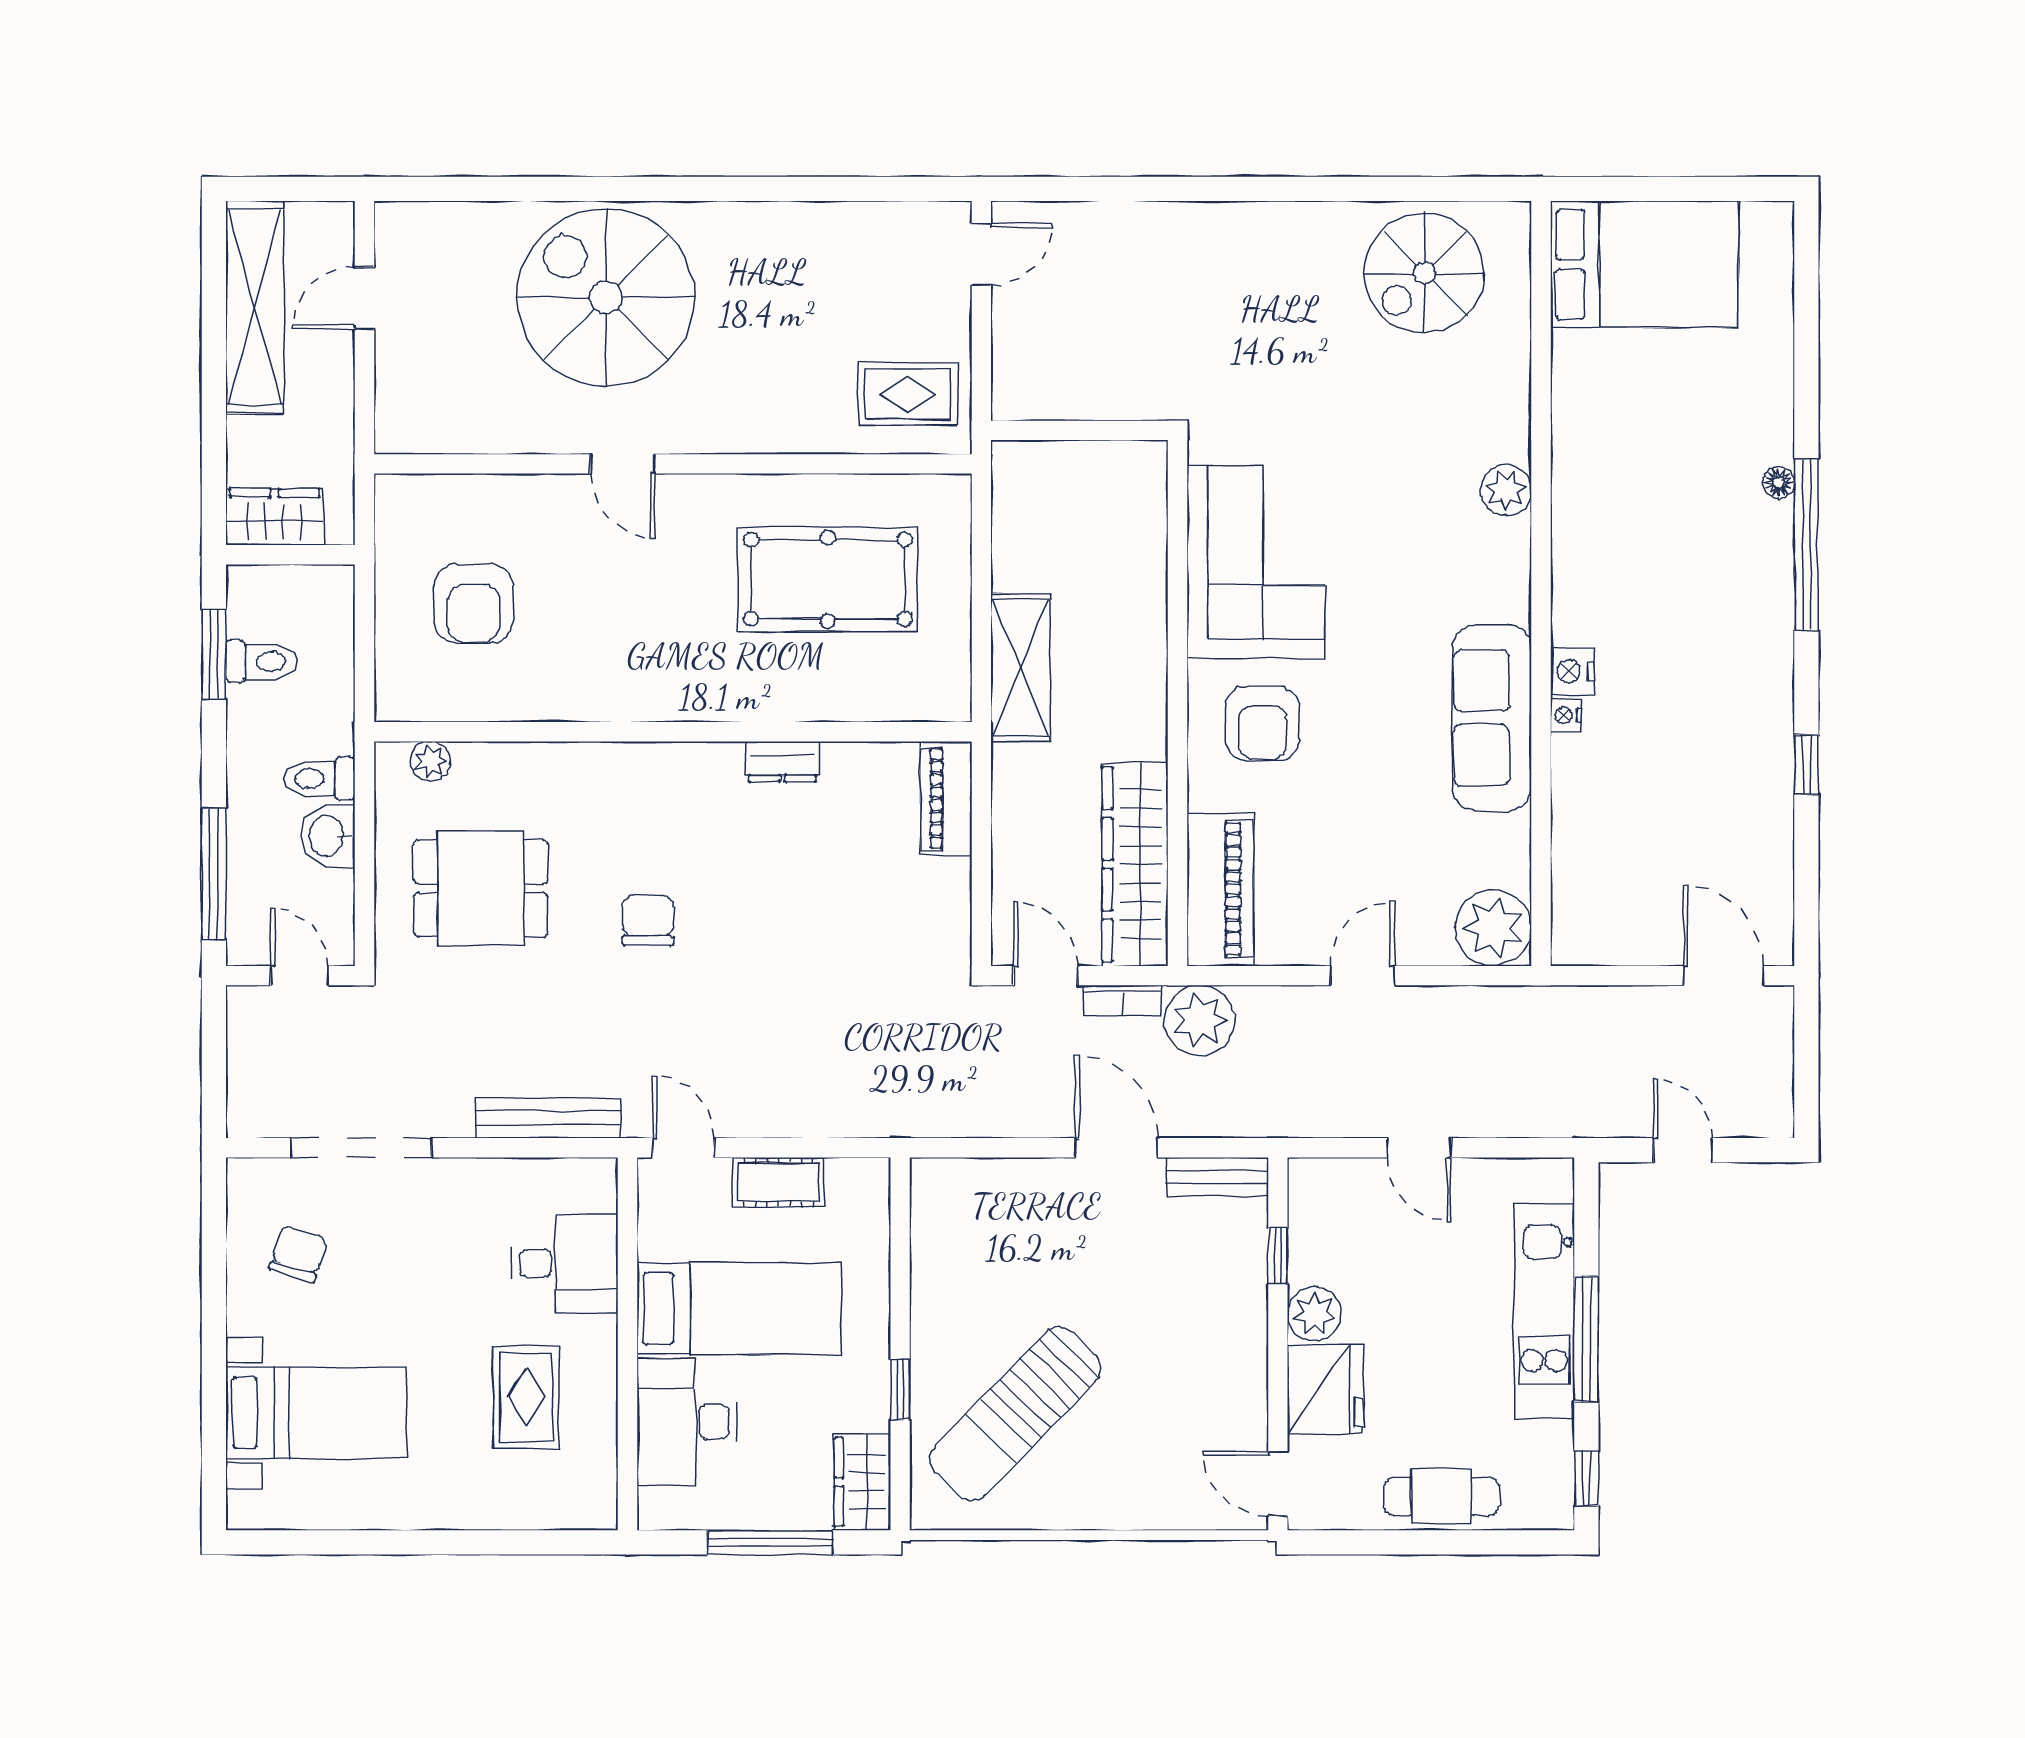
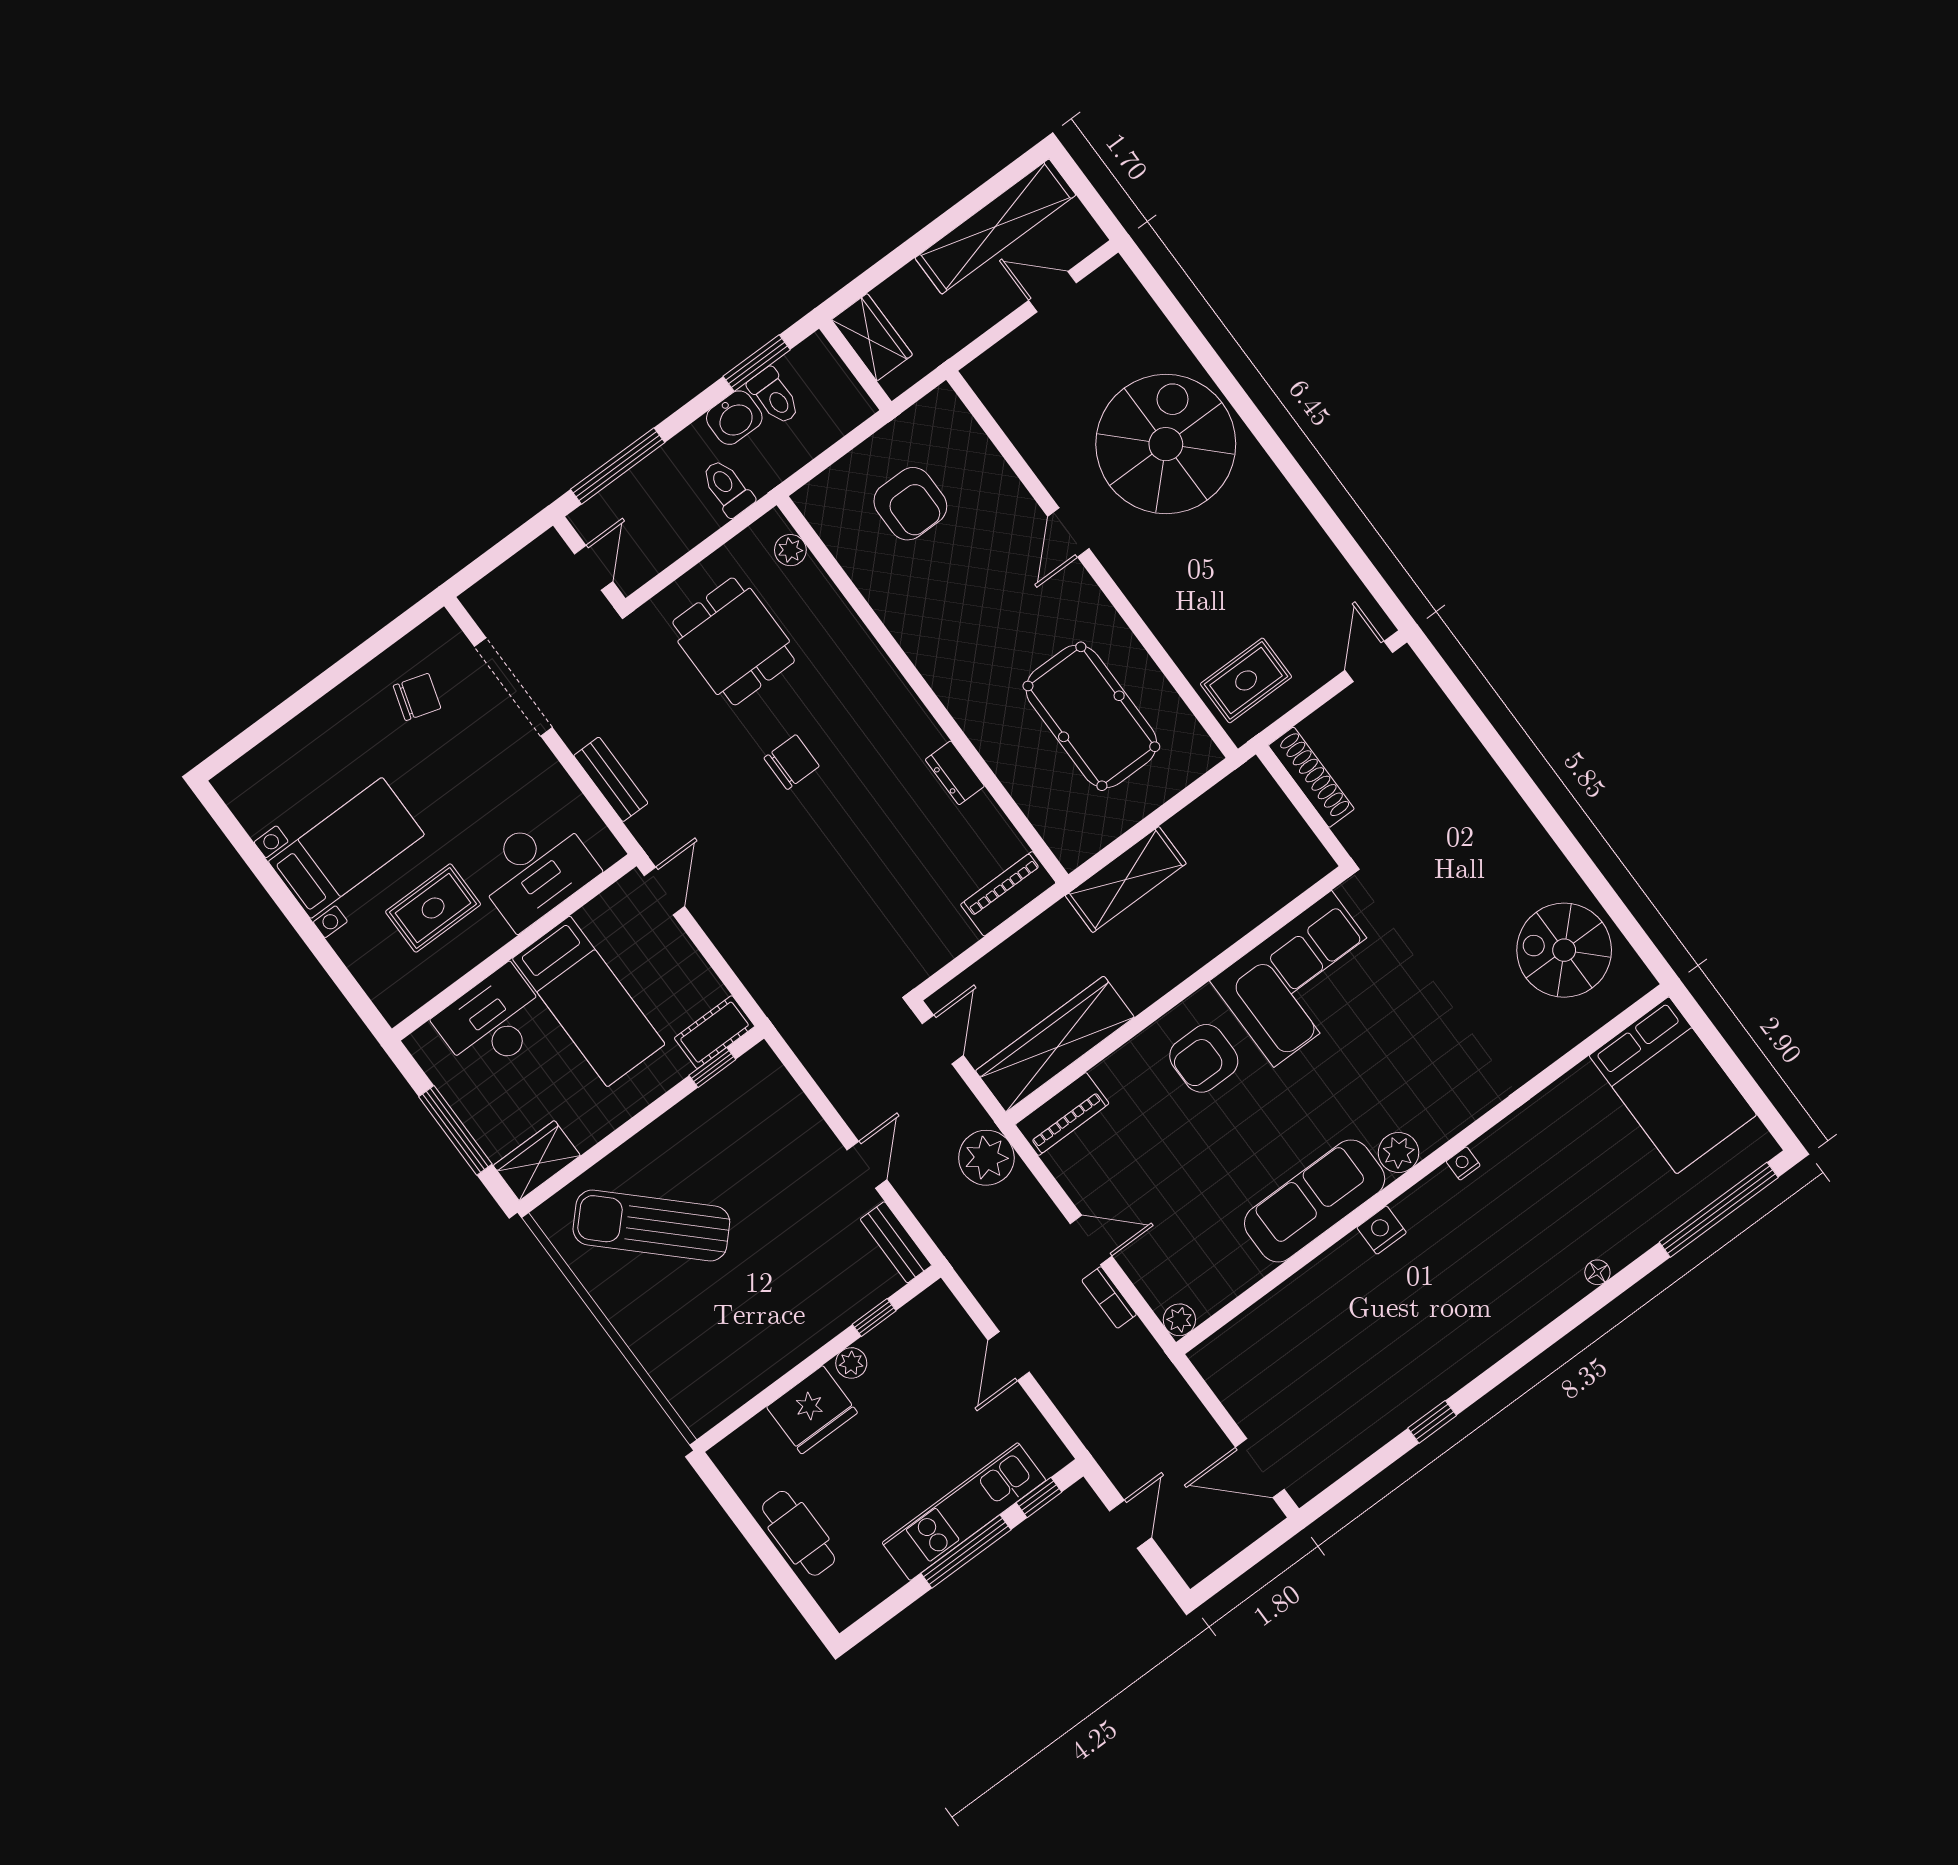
door: (981, 254) -> (1369, 661), swing flipped
rug: (908, 394) -> (1246, 680), turned 90
shoe rack: (1056, 401) -> (1311, 777), added
plant: (1506, 490) -> (1399, 1152), moved
window: (1806, 545) -> (1719, 1210), moved
armchair: (474, 604) -> (910, 504), turned -90
nightstand: (1566, 715) -> (1463, 1163), moved
washbasin: (328, 836) -> (734, 418), moved, turned 180
piano: (1220, 889) -> (1062, 1114), width x0.73, depth x0.75
plant: (1493, 928) -> (1179, 1320), width x0.53, depth x0.53
door: (1724, 976) -> (1260, 1468), swing flipped
bookcase: (1122, 1001) -> (1109, 1297), moved
bench: (548, 1118) -> (611, 779), width x0.73
door: (1116, 1148) -> (867, 1165), width x0.73
cot: (779, 1182) -> (715, 1032), moved, turned 90
desk: (564, 1263) -> (536, 870), width x1.37
plant: (1314, 1314) -> (851, 1363), width x0.73, depth x0.73
window: (900, 1390) -> (712, 1067), moved
bed with nightstands: (316, 1413) -> (346, 848), moved, turned -90
window: (1586, 1478) -> (1039, 1497), moved
door: (1278, 1484) -> (730, 1424), removed

